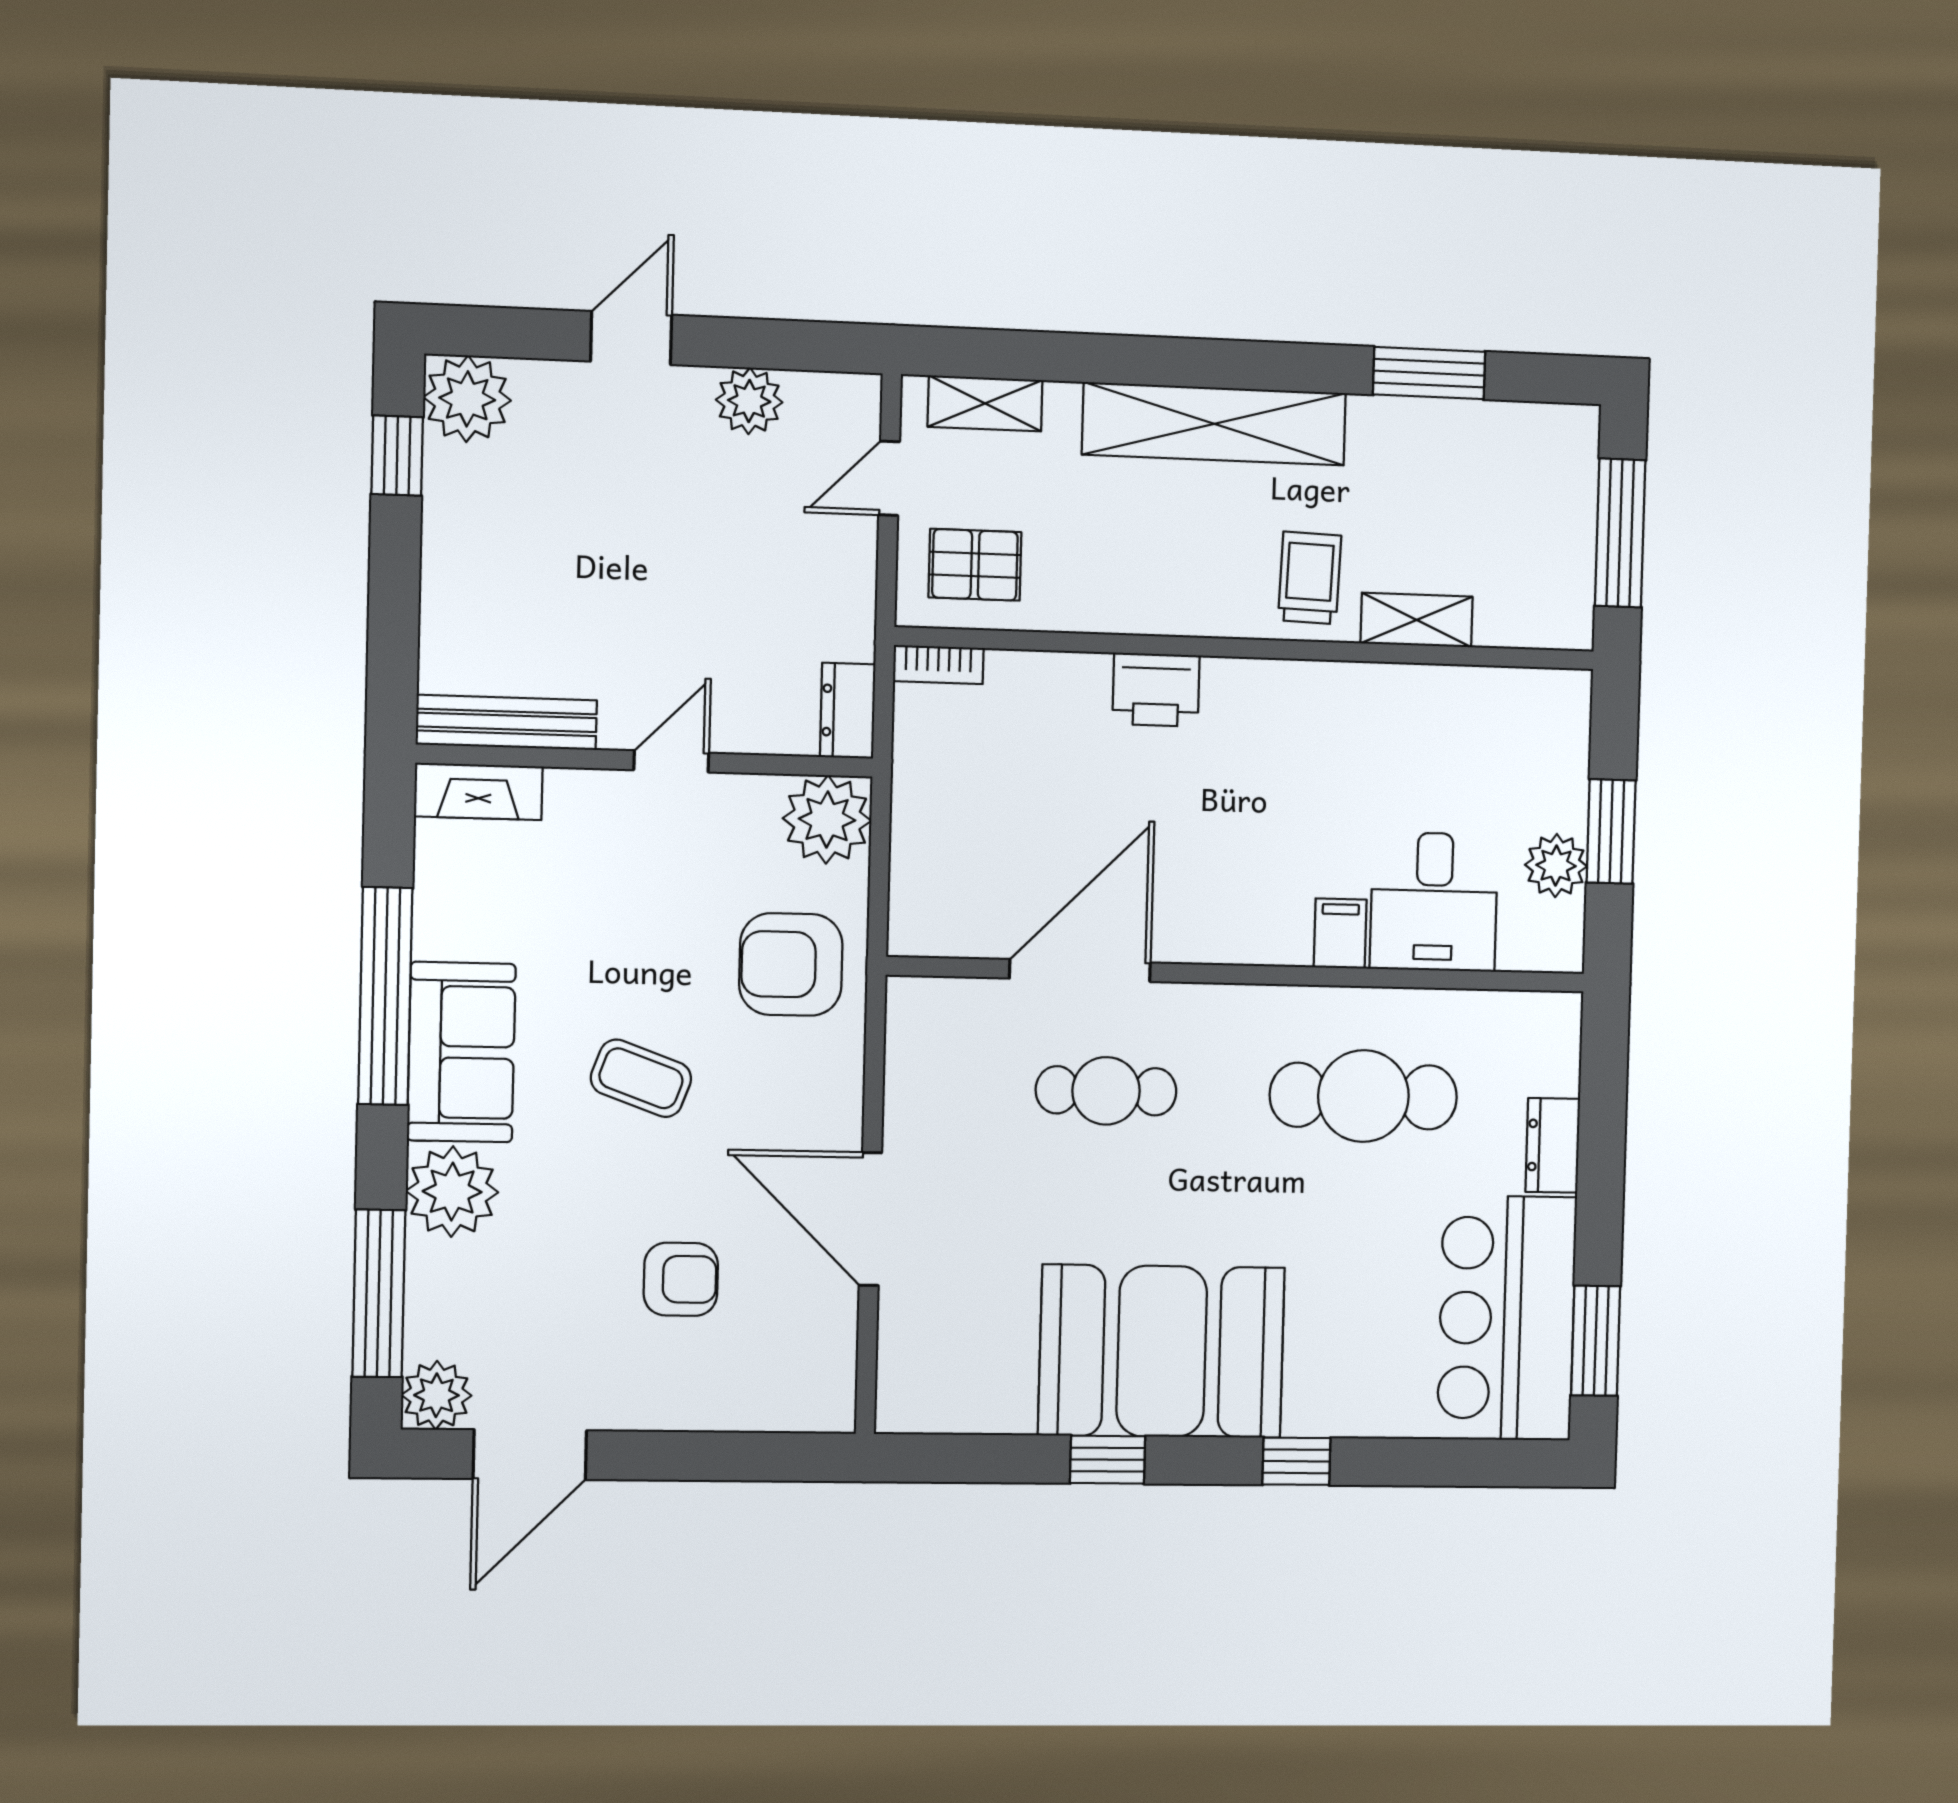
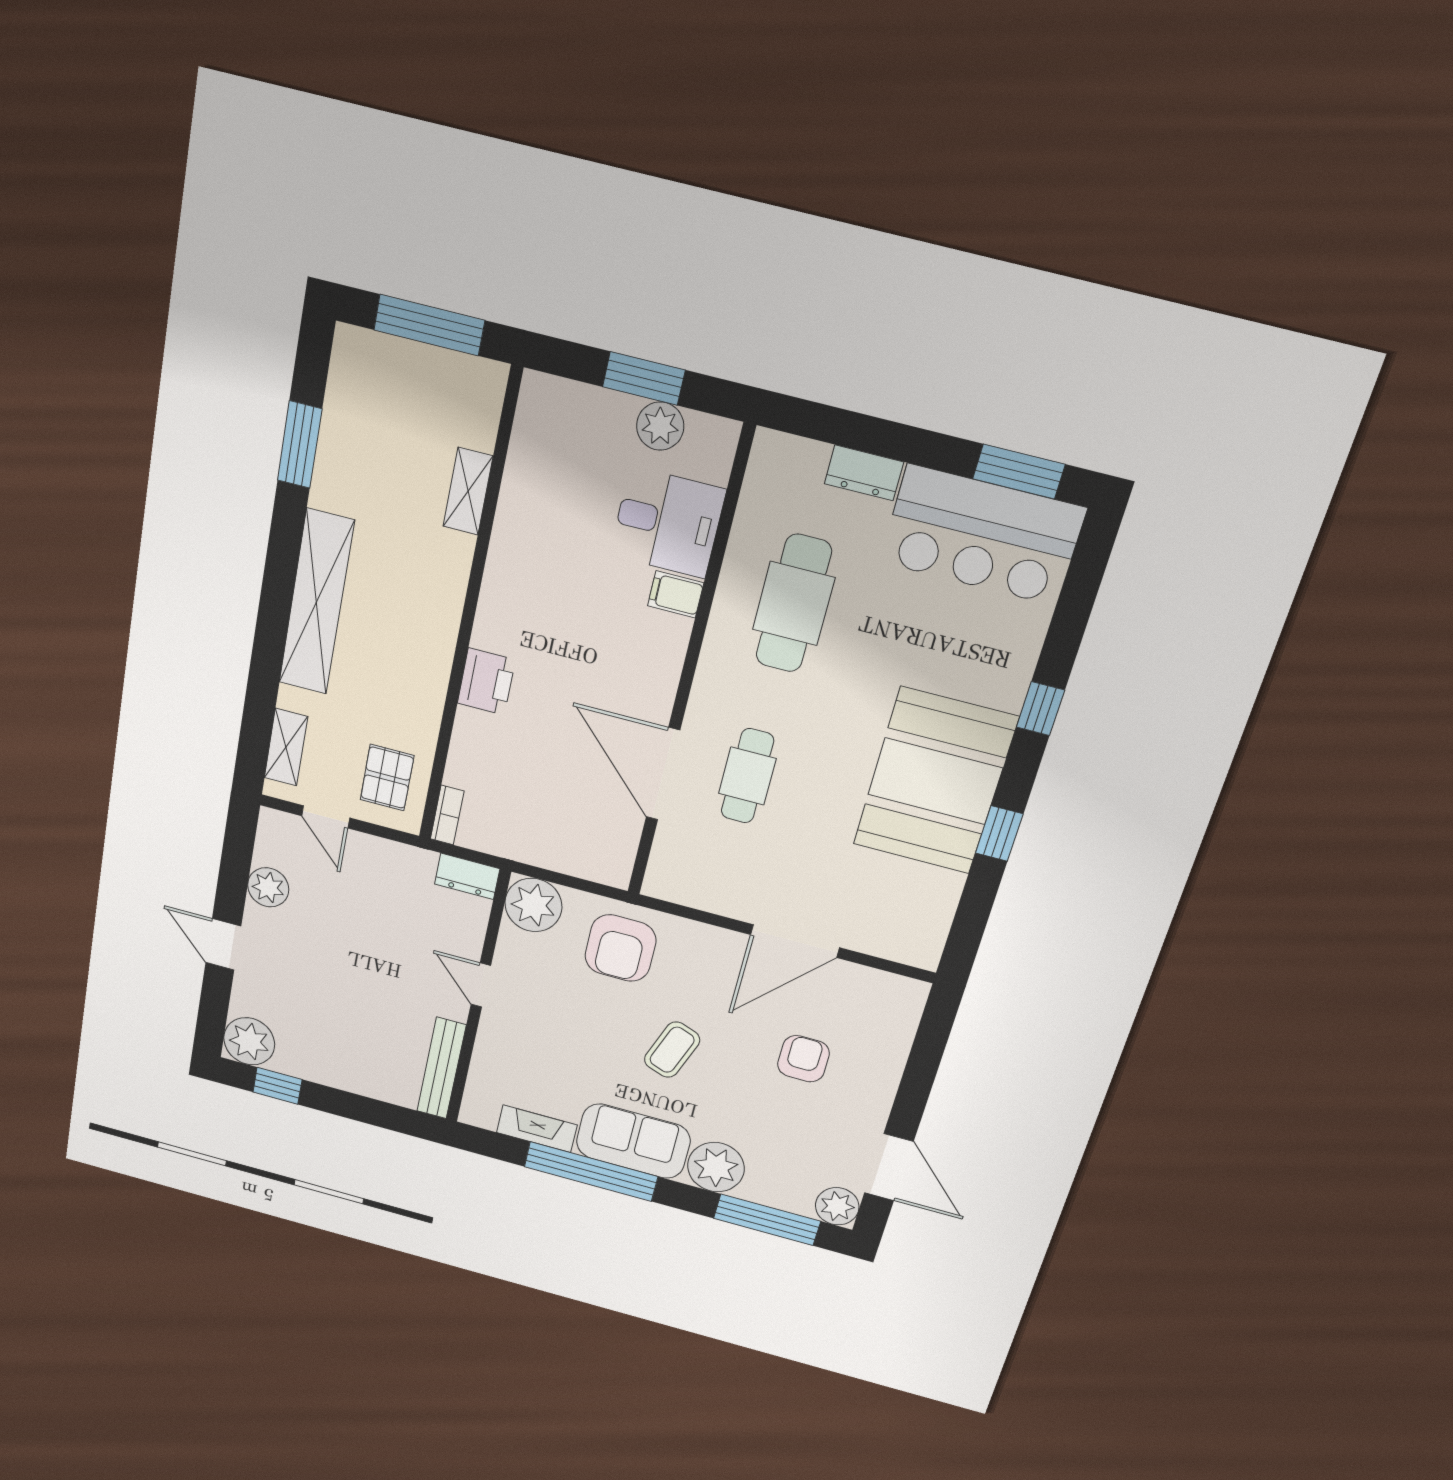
trolley: (1310, 578) -> (428, 561), removed
fireplace: (478, 791) -> (537, 1129), moved, turned -90

